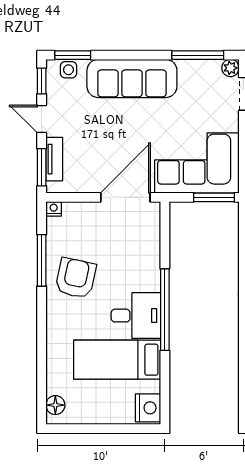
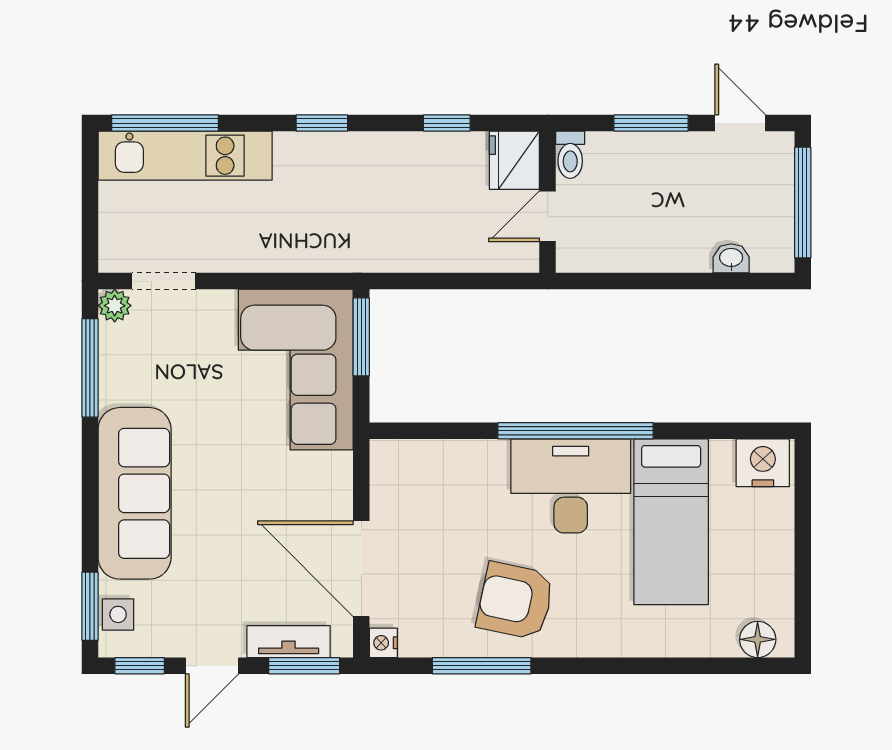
door: (125, 197) -> (361, 569), moved
desk: (136, 316) -> (571, 486), width x1.37

